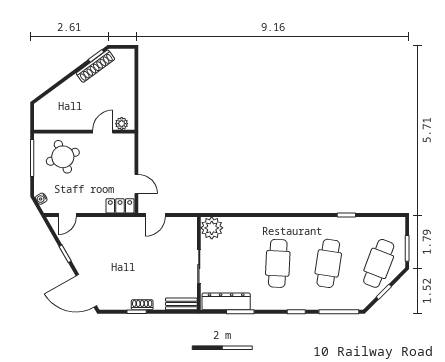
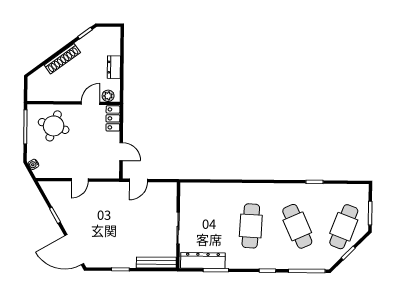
shoe rack: (95, 66) -> (62, 59), moved
dresser: (128, 92) -> (114, 67), added
round table: (63, 157) -> (54, 126), turned 38
locker: (120, 206) -> (113, 118), moved, turned -90
door: (67, 215) -> (80, 180), moved
plant: (212, 228) -> (190, 193), removed
cafe table: (328, 263) -> (297, 226), turned -33
bench: (181, 304) -> (156, 262), width x1.36
shoe rack: (142, 305) -> (126, 263), removed

